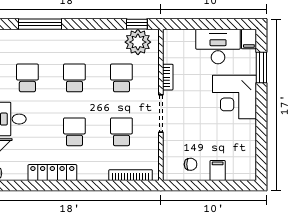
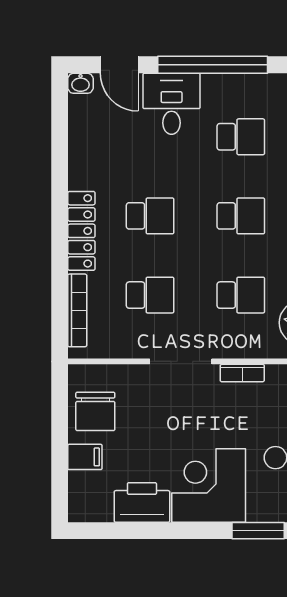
printer: (245, 137) -> (142, 502), added
chair: (191, 164) -> (95, 411), width x1.87, depth x1.87
locker: (52, 173) -> (81, 231), moved

